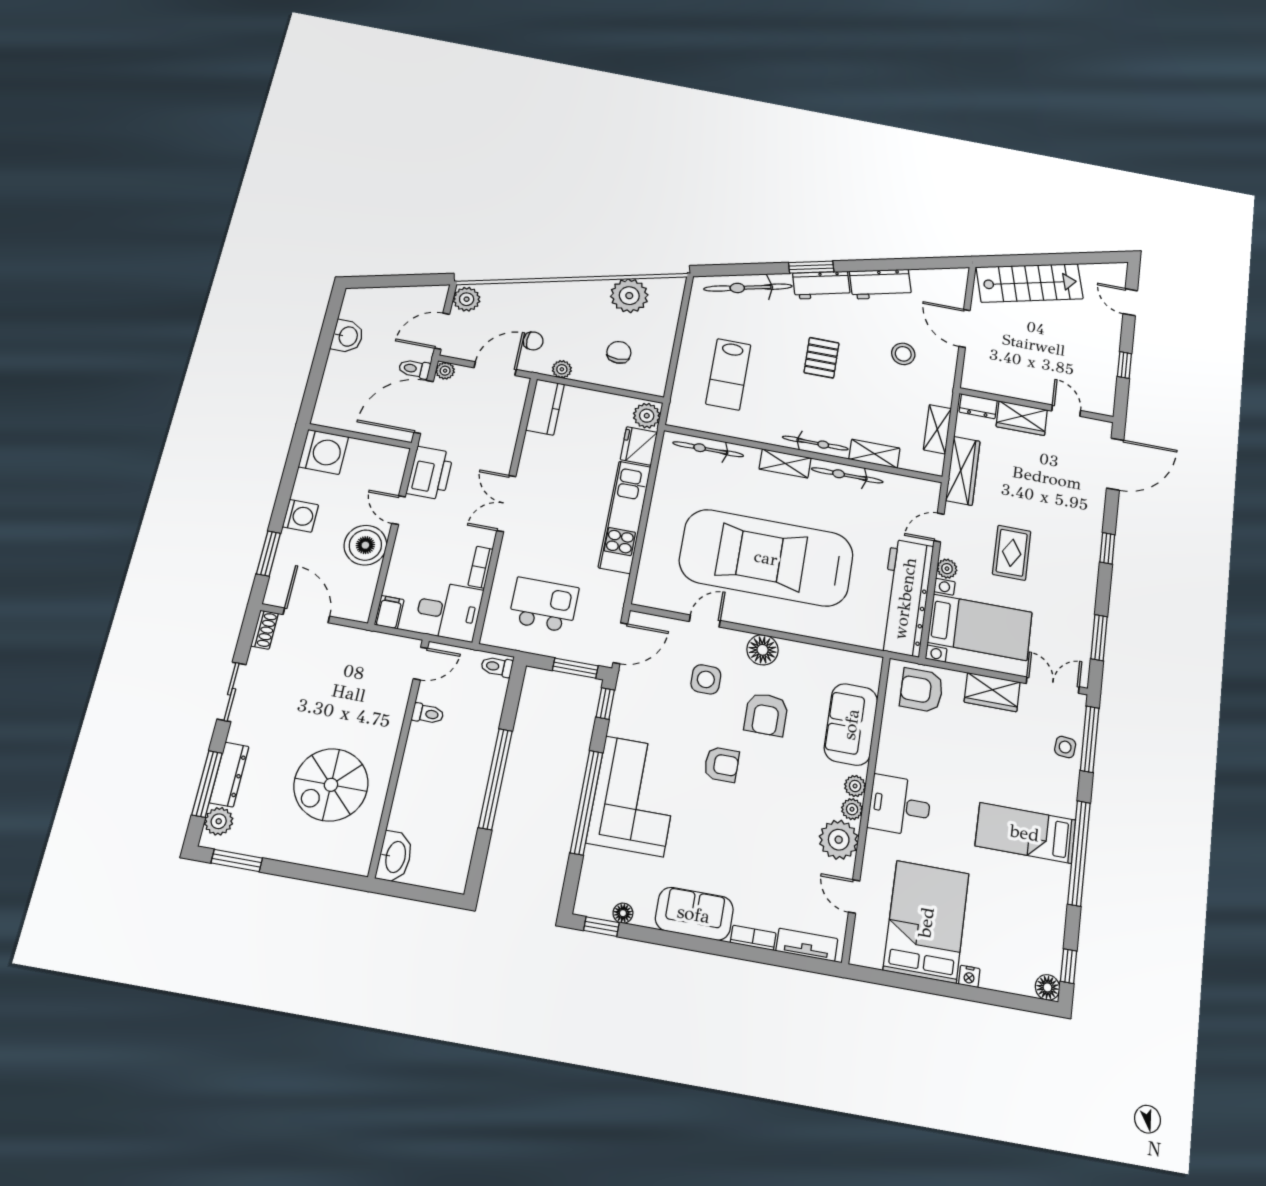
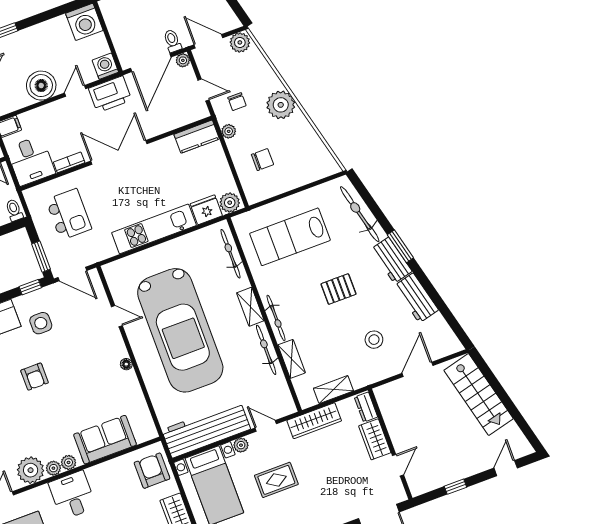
plant: (629, 296) -> (281, 105), moved
door: (495, 369) -> (203, 90), width x0.73
lab bench: (728, 374) -> (290, 237), width x1.36, depth x1.39
door: (424, 407) -> (151, 63), swing flipped
double door: (506, 503) -> (119, 152), width x1.37
washing machine: (301, 516) -> (105, 66), moved, turned 180
car: (766, 558) -> (180, 330), turned 180
floor lamp: (763, 650) -> (126, 364), width x0.53, depth x0.53
side table: (706, 679) -> (41, 323), moved
armchair: (766, 714) -> (81, 386), removed

